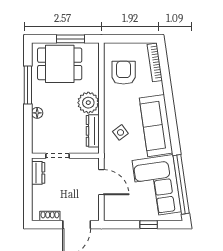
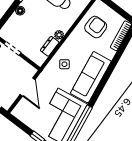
plant: (88, 103) -> (59, 35), width x0.53, depth x0.53
dresser: (93, 131) -> (50, 46), width x0.70

